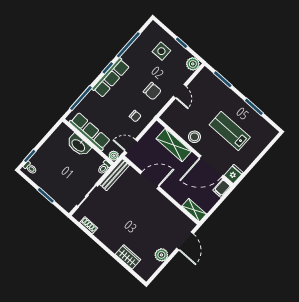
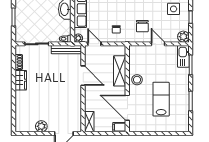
kitchen sink: (210, 79) -> (183, 56), added
door: (180, 91) -> (158, 44), swing flipped
fridge: (234, 174) -> (135, 126), removed
wardrobe: (128, 257) -> (21, 80), moved

